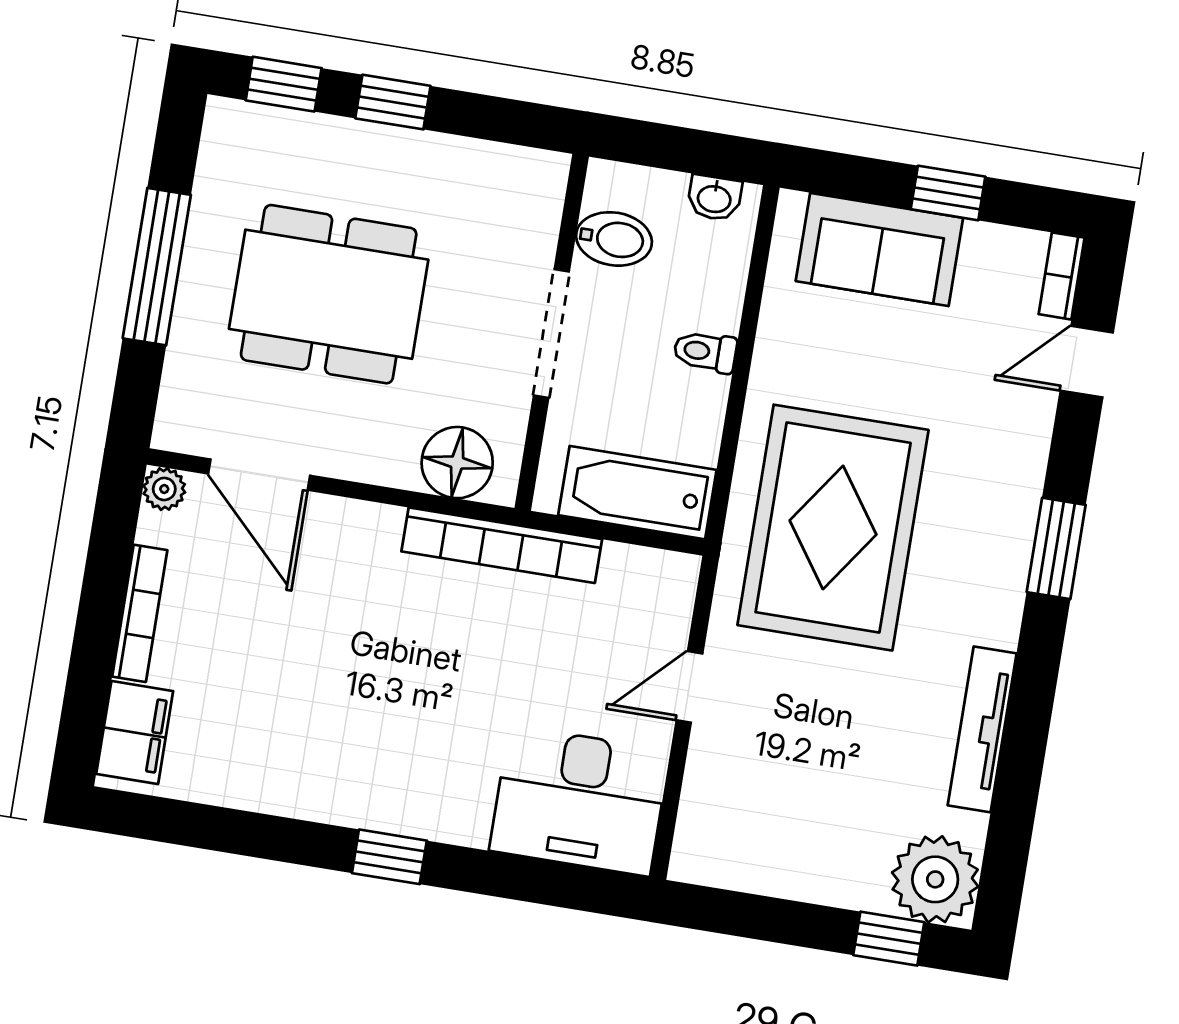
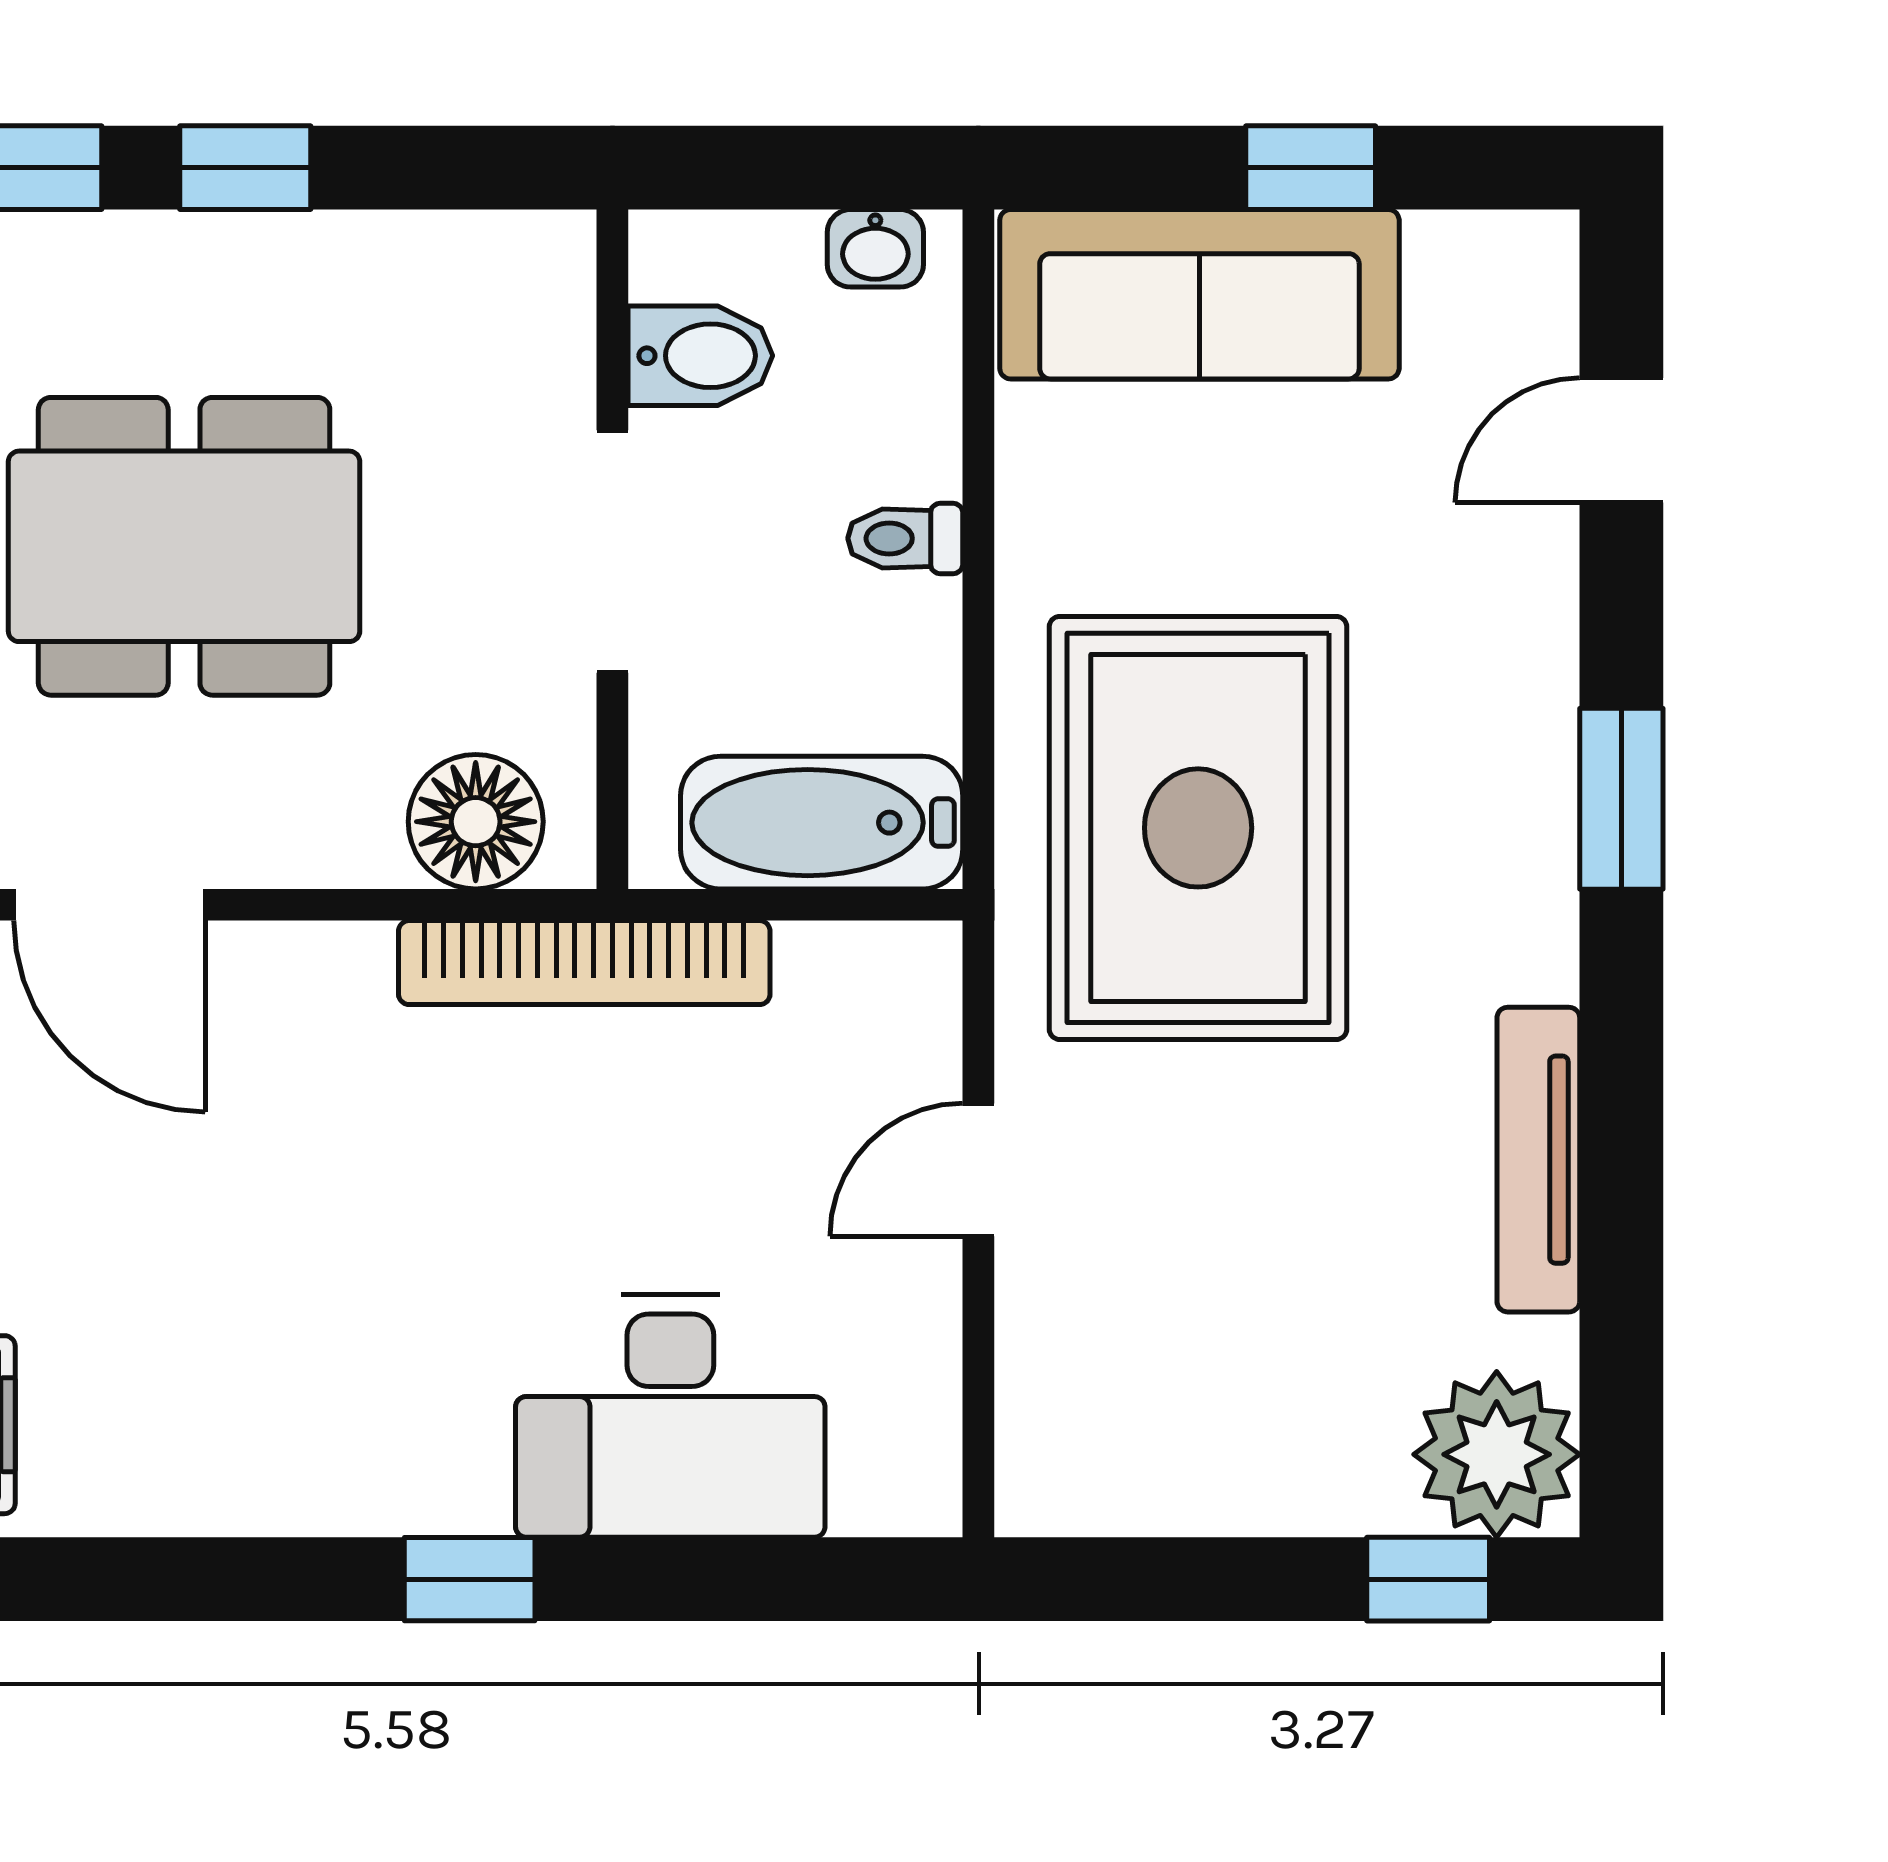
sofa: (879, 249) -> (1199, 294), width x1.36
bookcase: (1062, 276) -> (1548, 288), removed
desk: (580, 801) -> (670, 1416), moved

